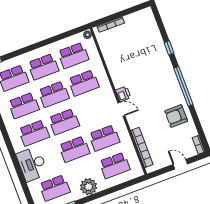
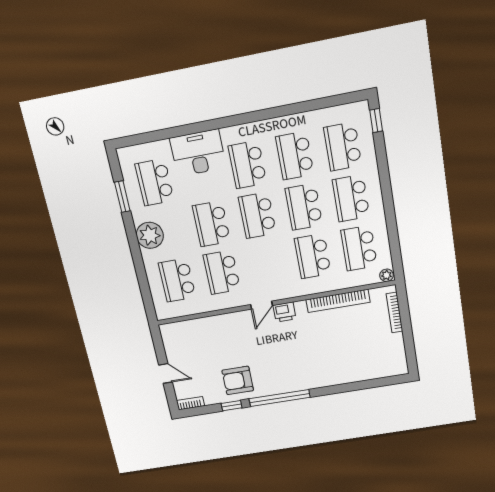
window: (169, 48) -> (231, 406), moved
armchair: (176, 116) -> (238, 380), turned -90
bookcase: (142, 147) -> (338, 301), moved
door: (180, 164) -> (165, 373), hinge flipped

